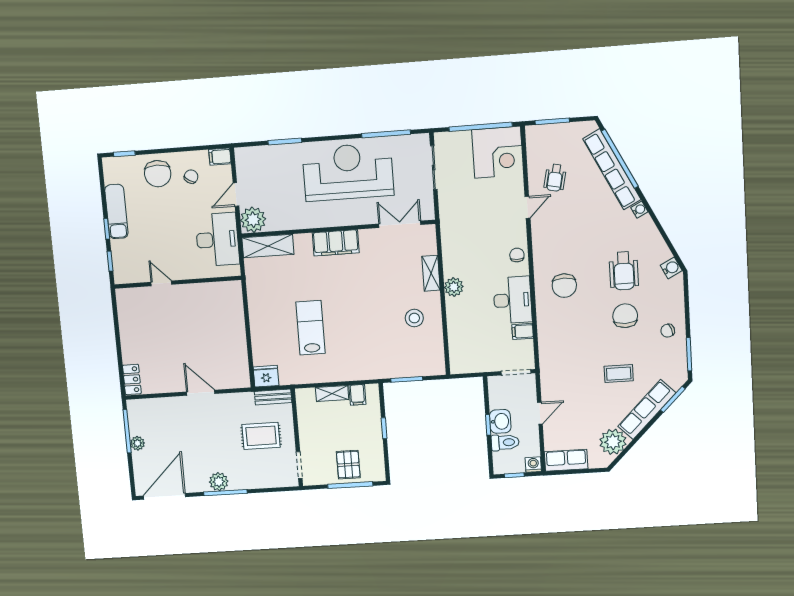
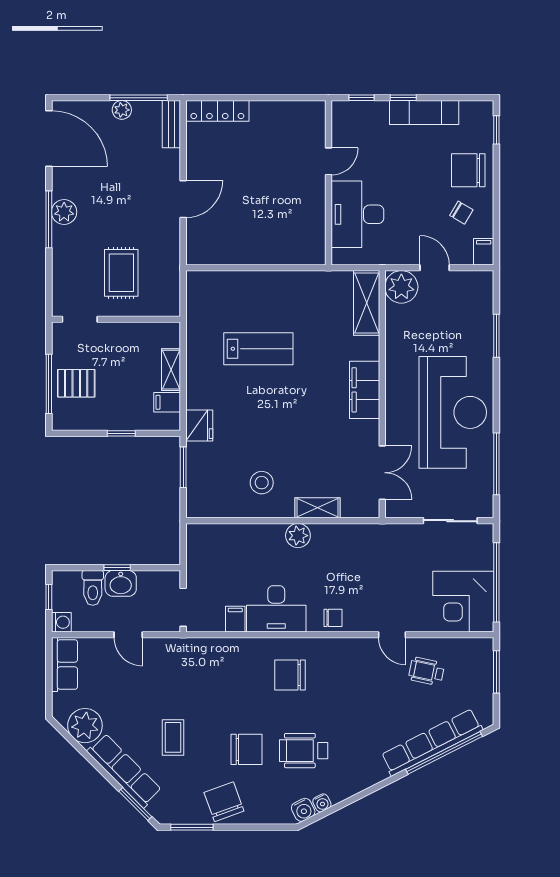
water cooler: (639, 210) -> (322, 803), moved
desk: (217, 239) -> (357, 214), moved, turned 90
chair: (668, 331) -> (224, 802), width x1.87, depth x1.87
fridge: (266, 376) -> (199, 425), moved
locker: (132, 379) -> (217, 111), width x1.53
bench: (273, 397) -> (171, 124), moved

